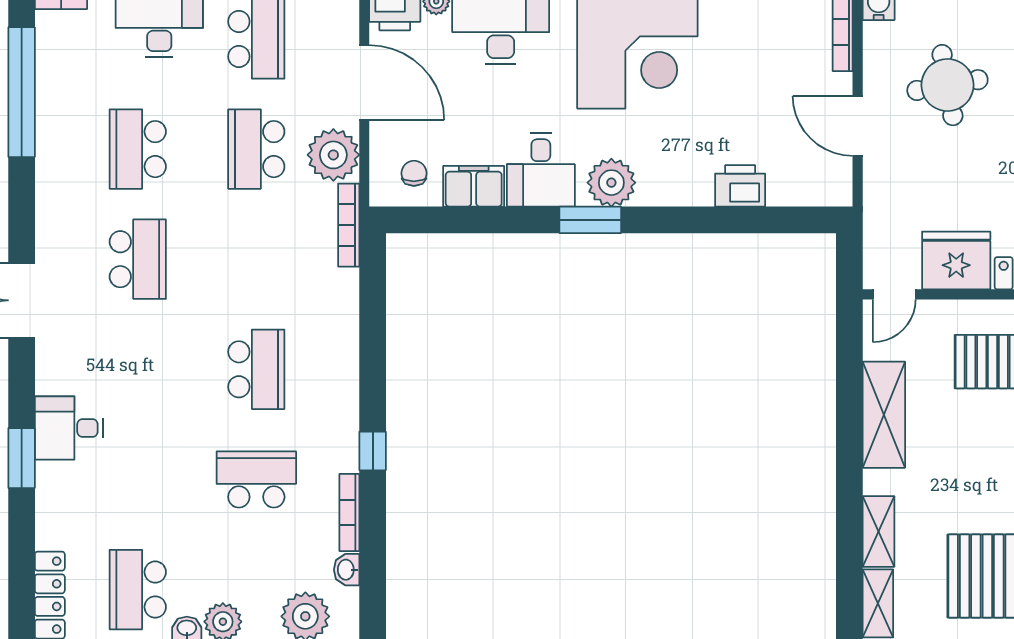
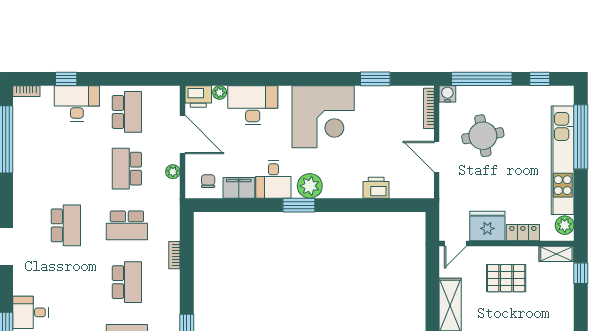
school desk: (138, 149) -> (127, 225), moved, turned -90
plant: (333, 155) -> (173, 172), width x0.53, depth x0.53
bookcase: (349, 225) -> (174, 255), moved, width x0.64

